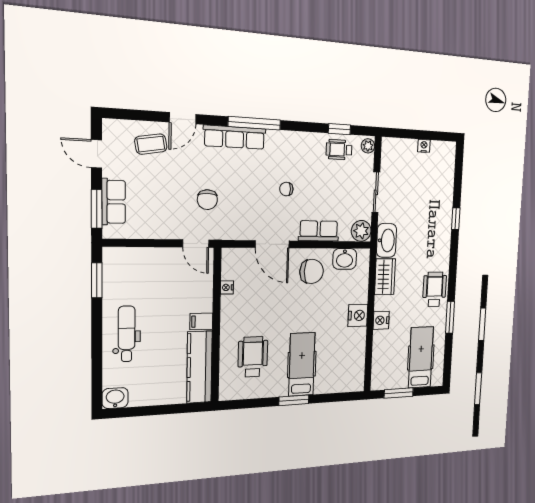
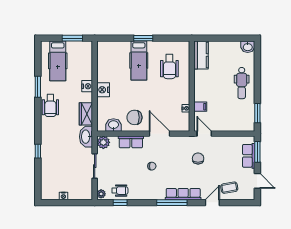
filing cabinet: (201, 321) -> (200, 107), moved
kitchen counter: (199, 367) -> (201, 55), width x0.67

